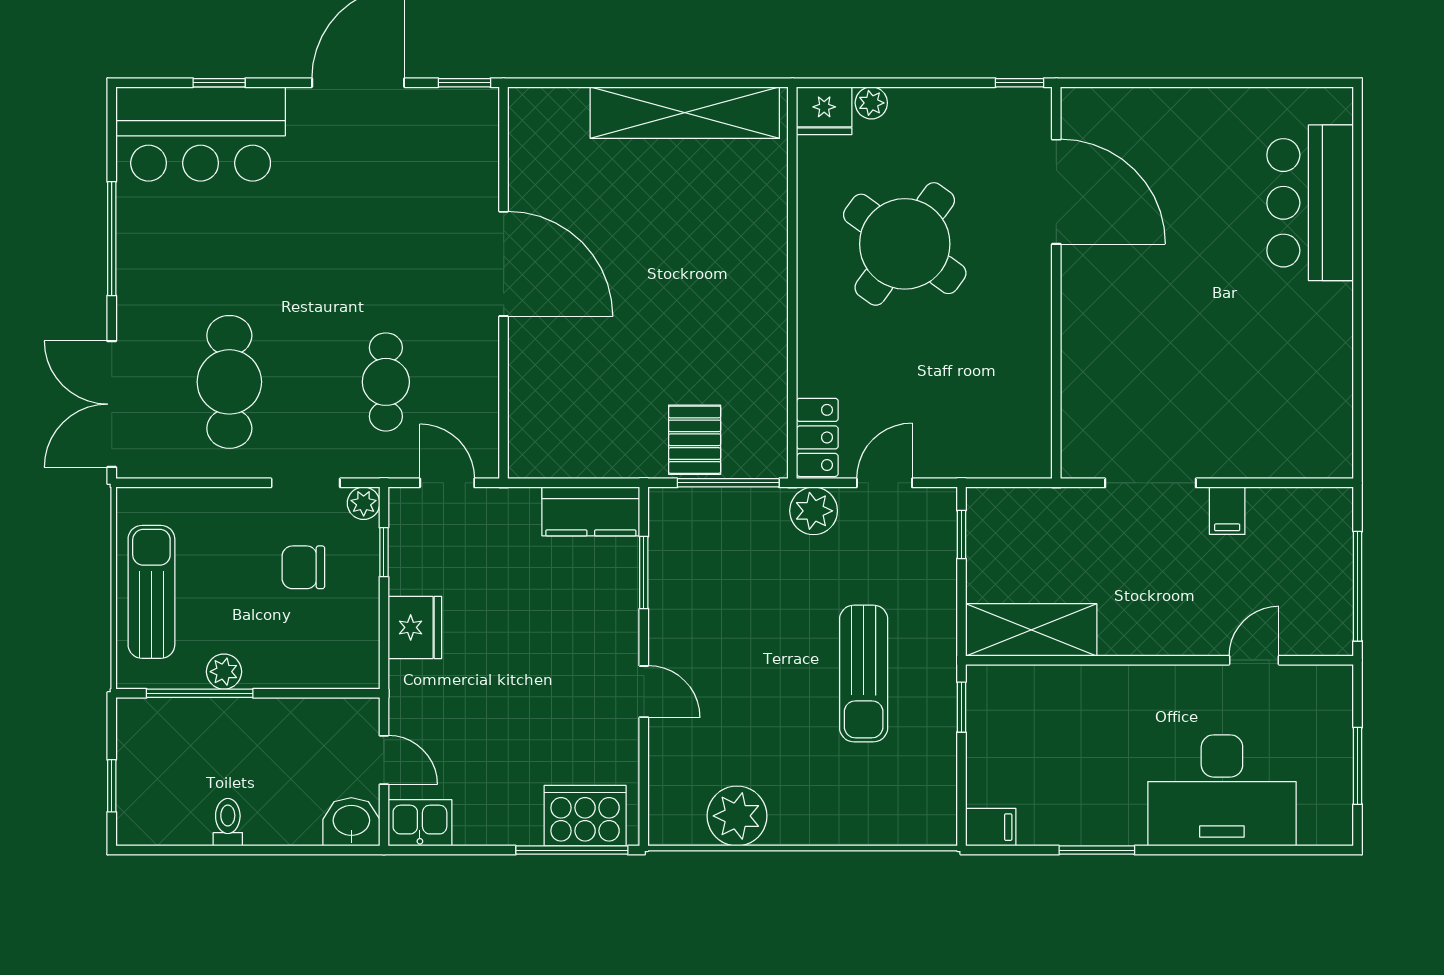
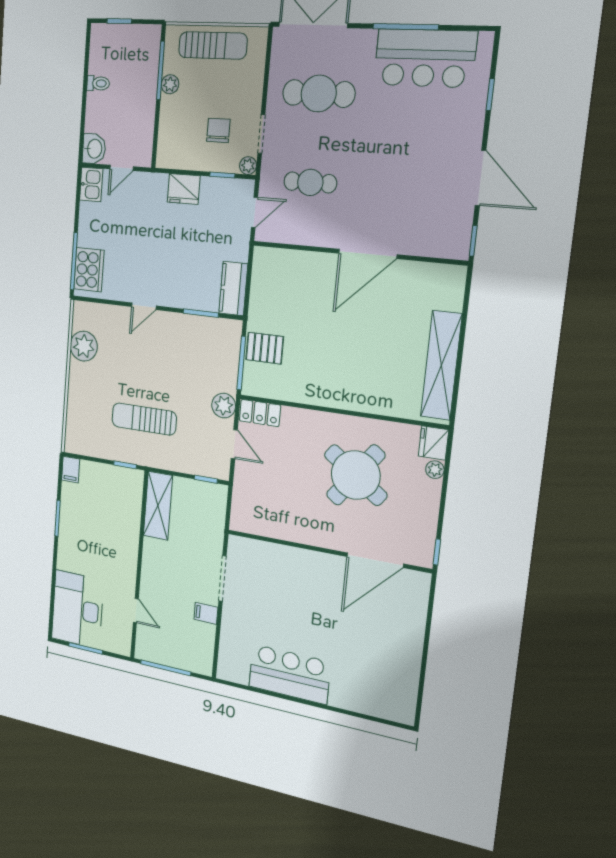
bar counter: (201, 134) -> (425, 58), moved, turned -90
bar counter: (1310, 203) -> (289, 674), moved
desk: (1222, 790) -> (78, 609), moved

